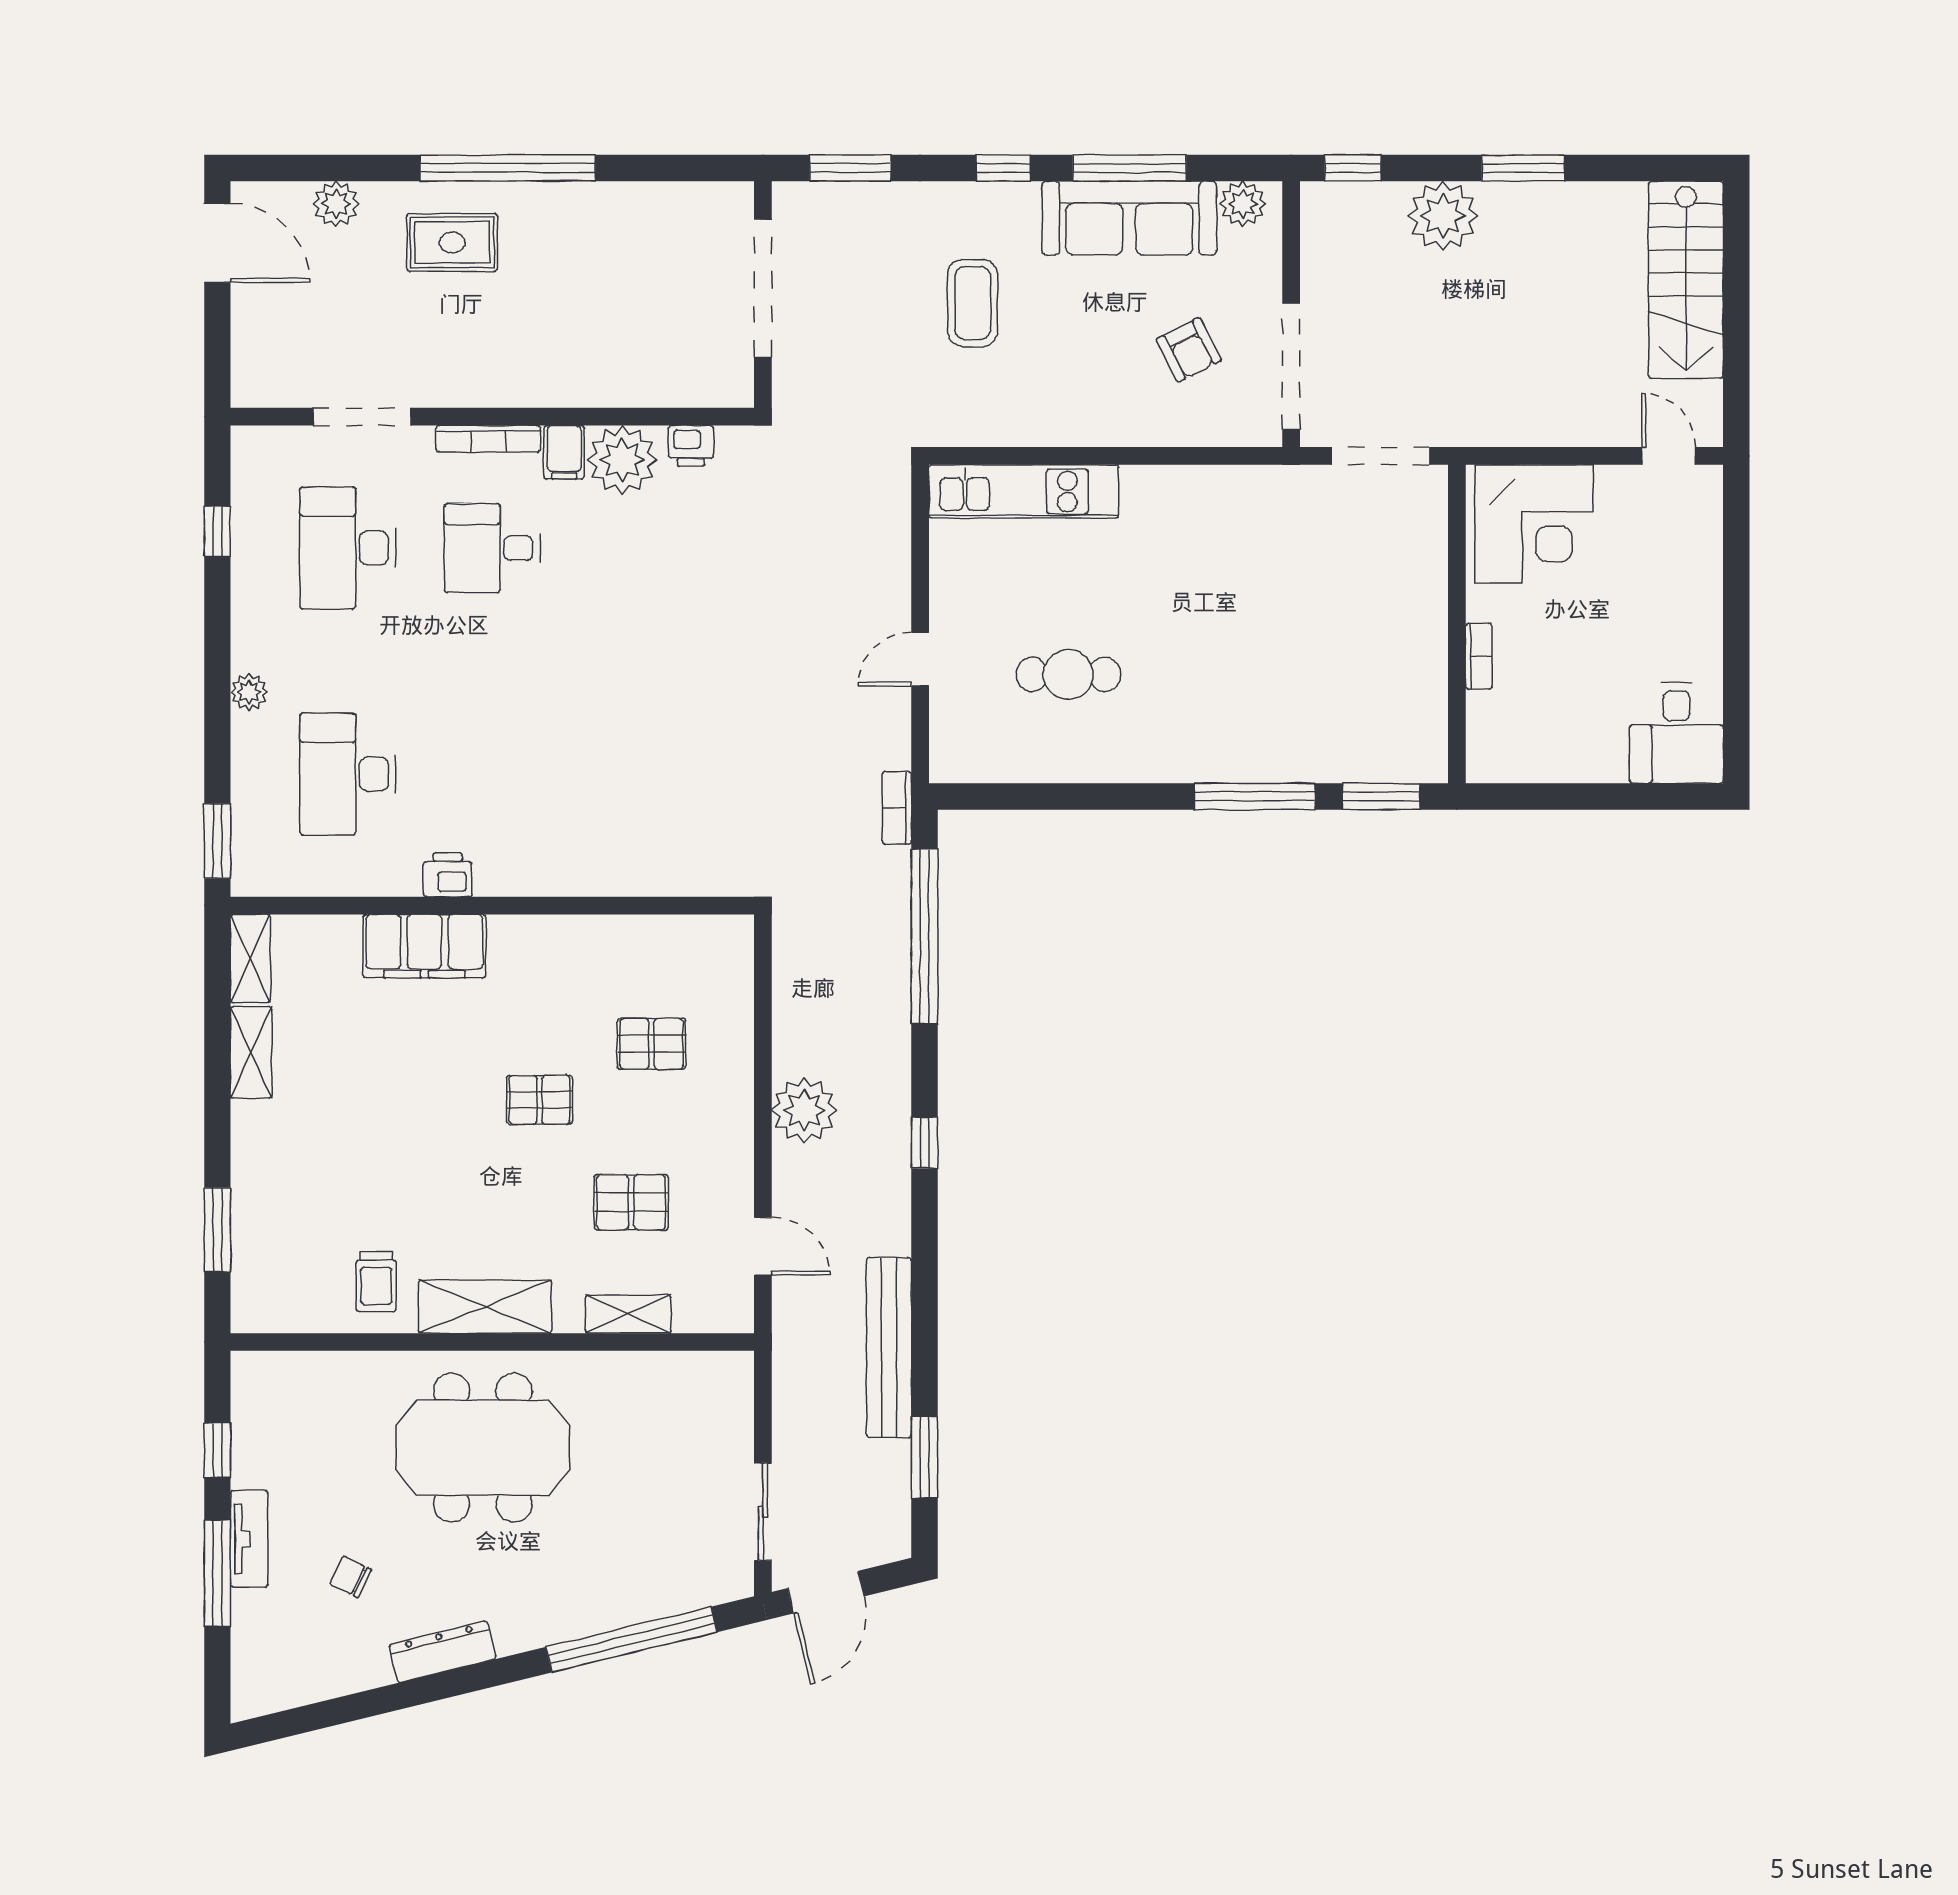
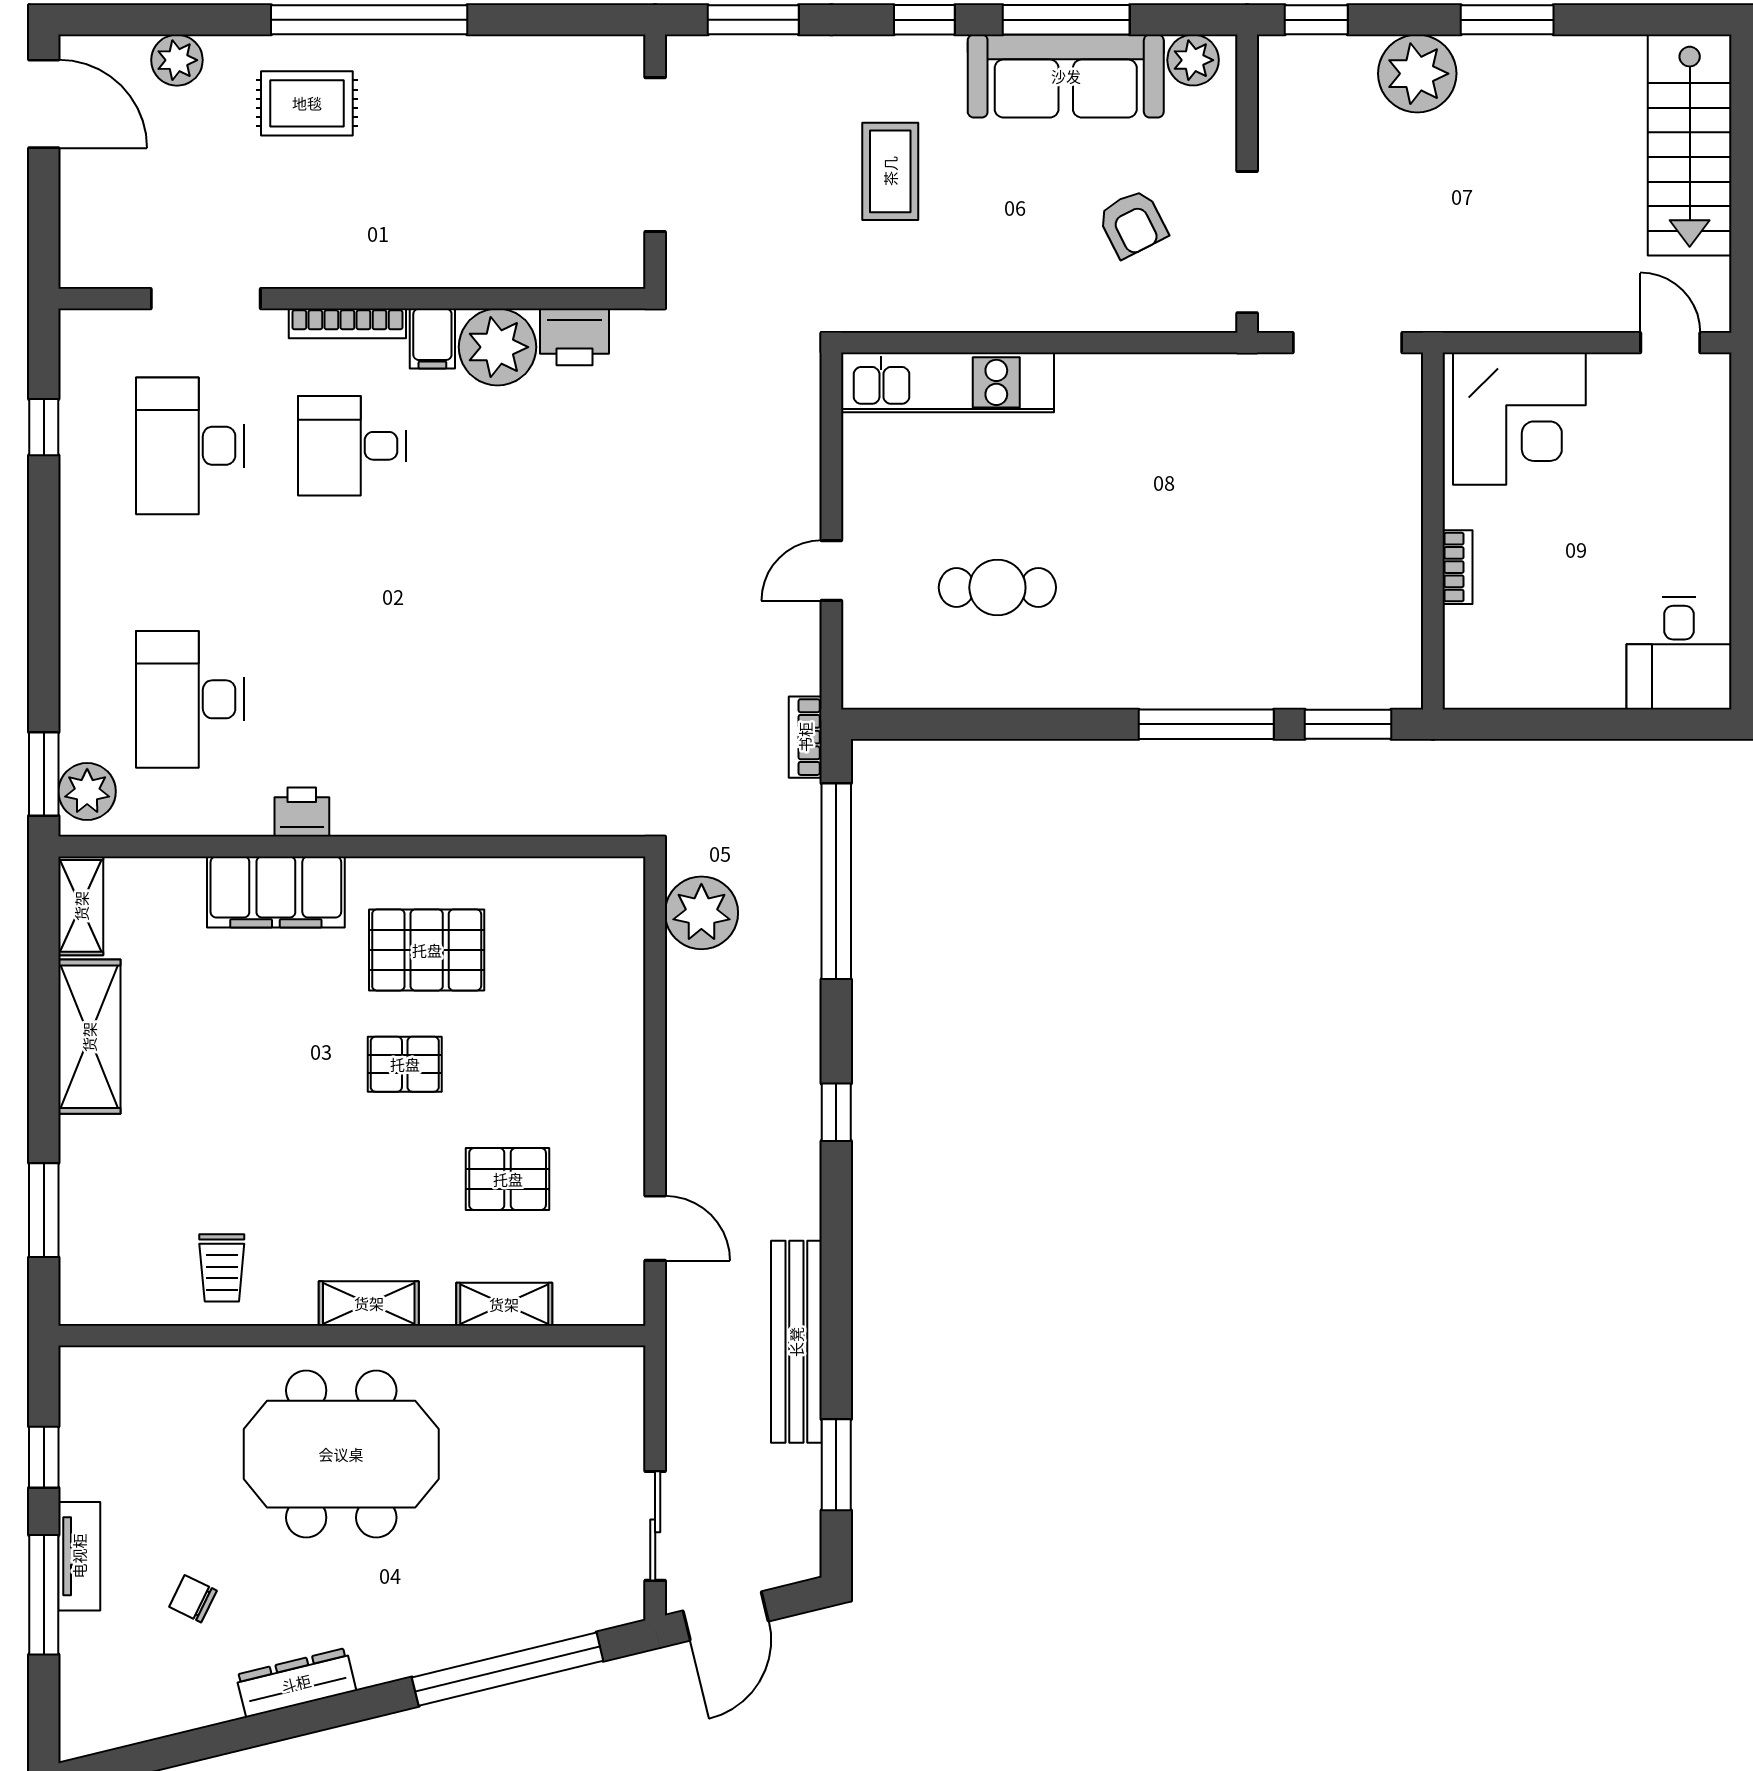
printer: (691, 446) -> (574, 337), width x1.36, depth x1.24
plant: (249, 692) -> (87, 791), moved, width x1.38, depth x1.38
pallet: (651, 1044) -> (427, 950), moved, width x1.50, depth x1.42
shelving: (251, 1052) -> (89, 1037), width x1.50, depth x1.33
plant: (804, 1110) -> (701, 913), moved
shelving: (485, 1307) -> (369, 1303), width x0.67, depth x0.75

